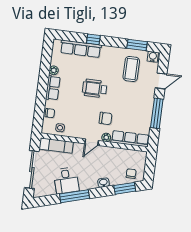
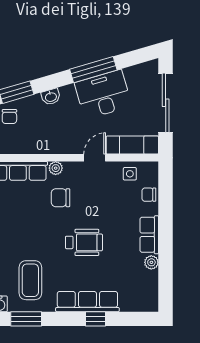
row of seats: (81, 49) -> (87, 302), moved
door: (92, 142) -> (95, 158), moved
desk: (66, 180) -> (103, 94), width x1.37

